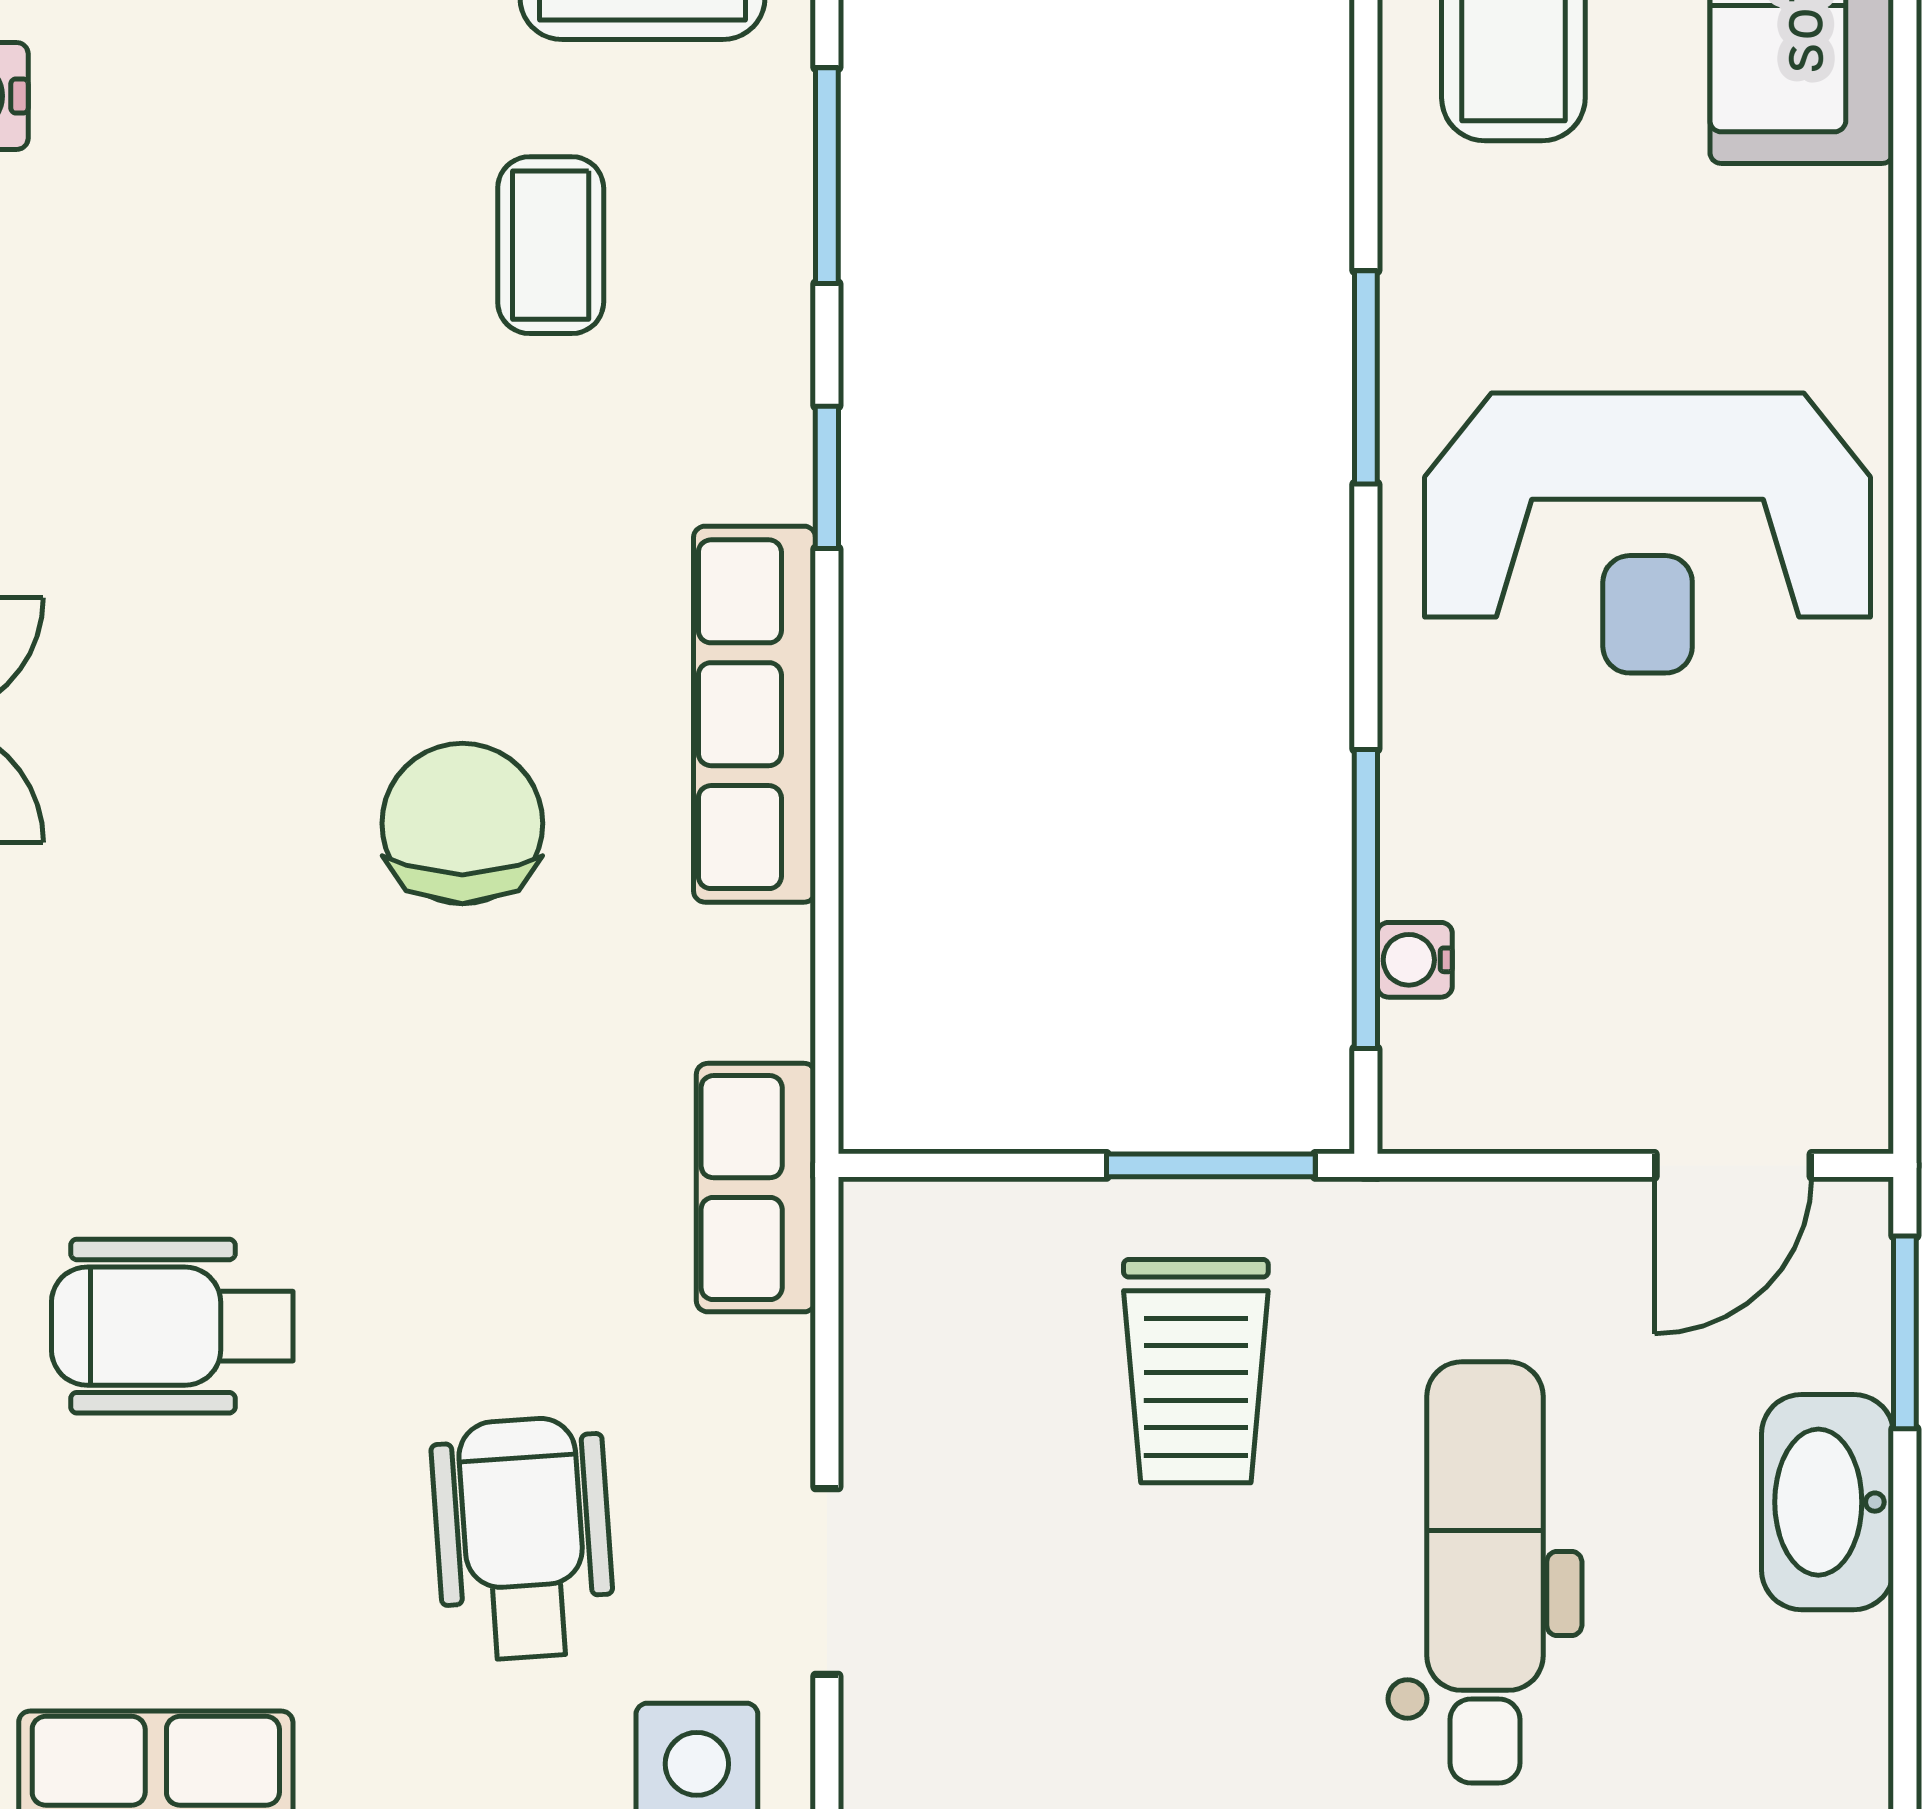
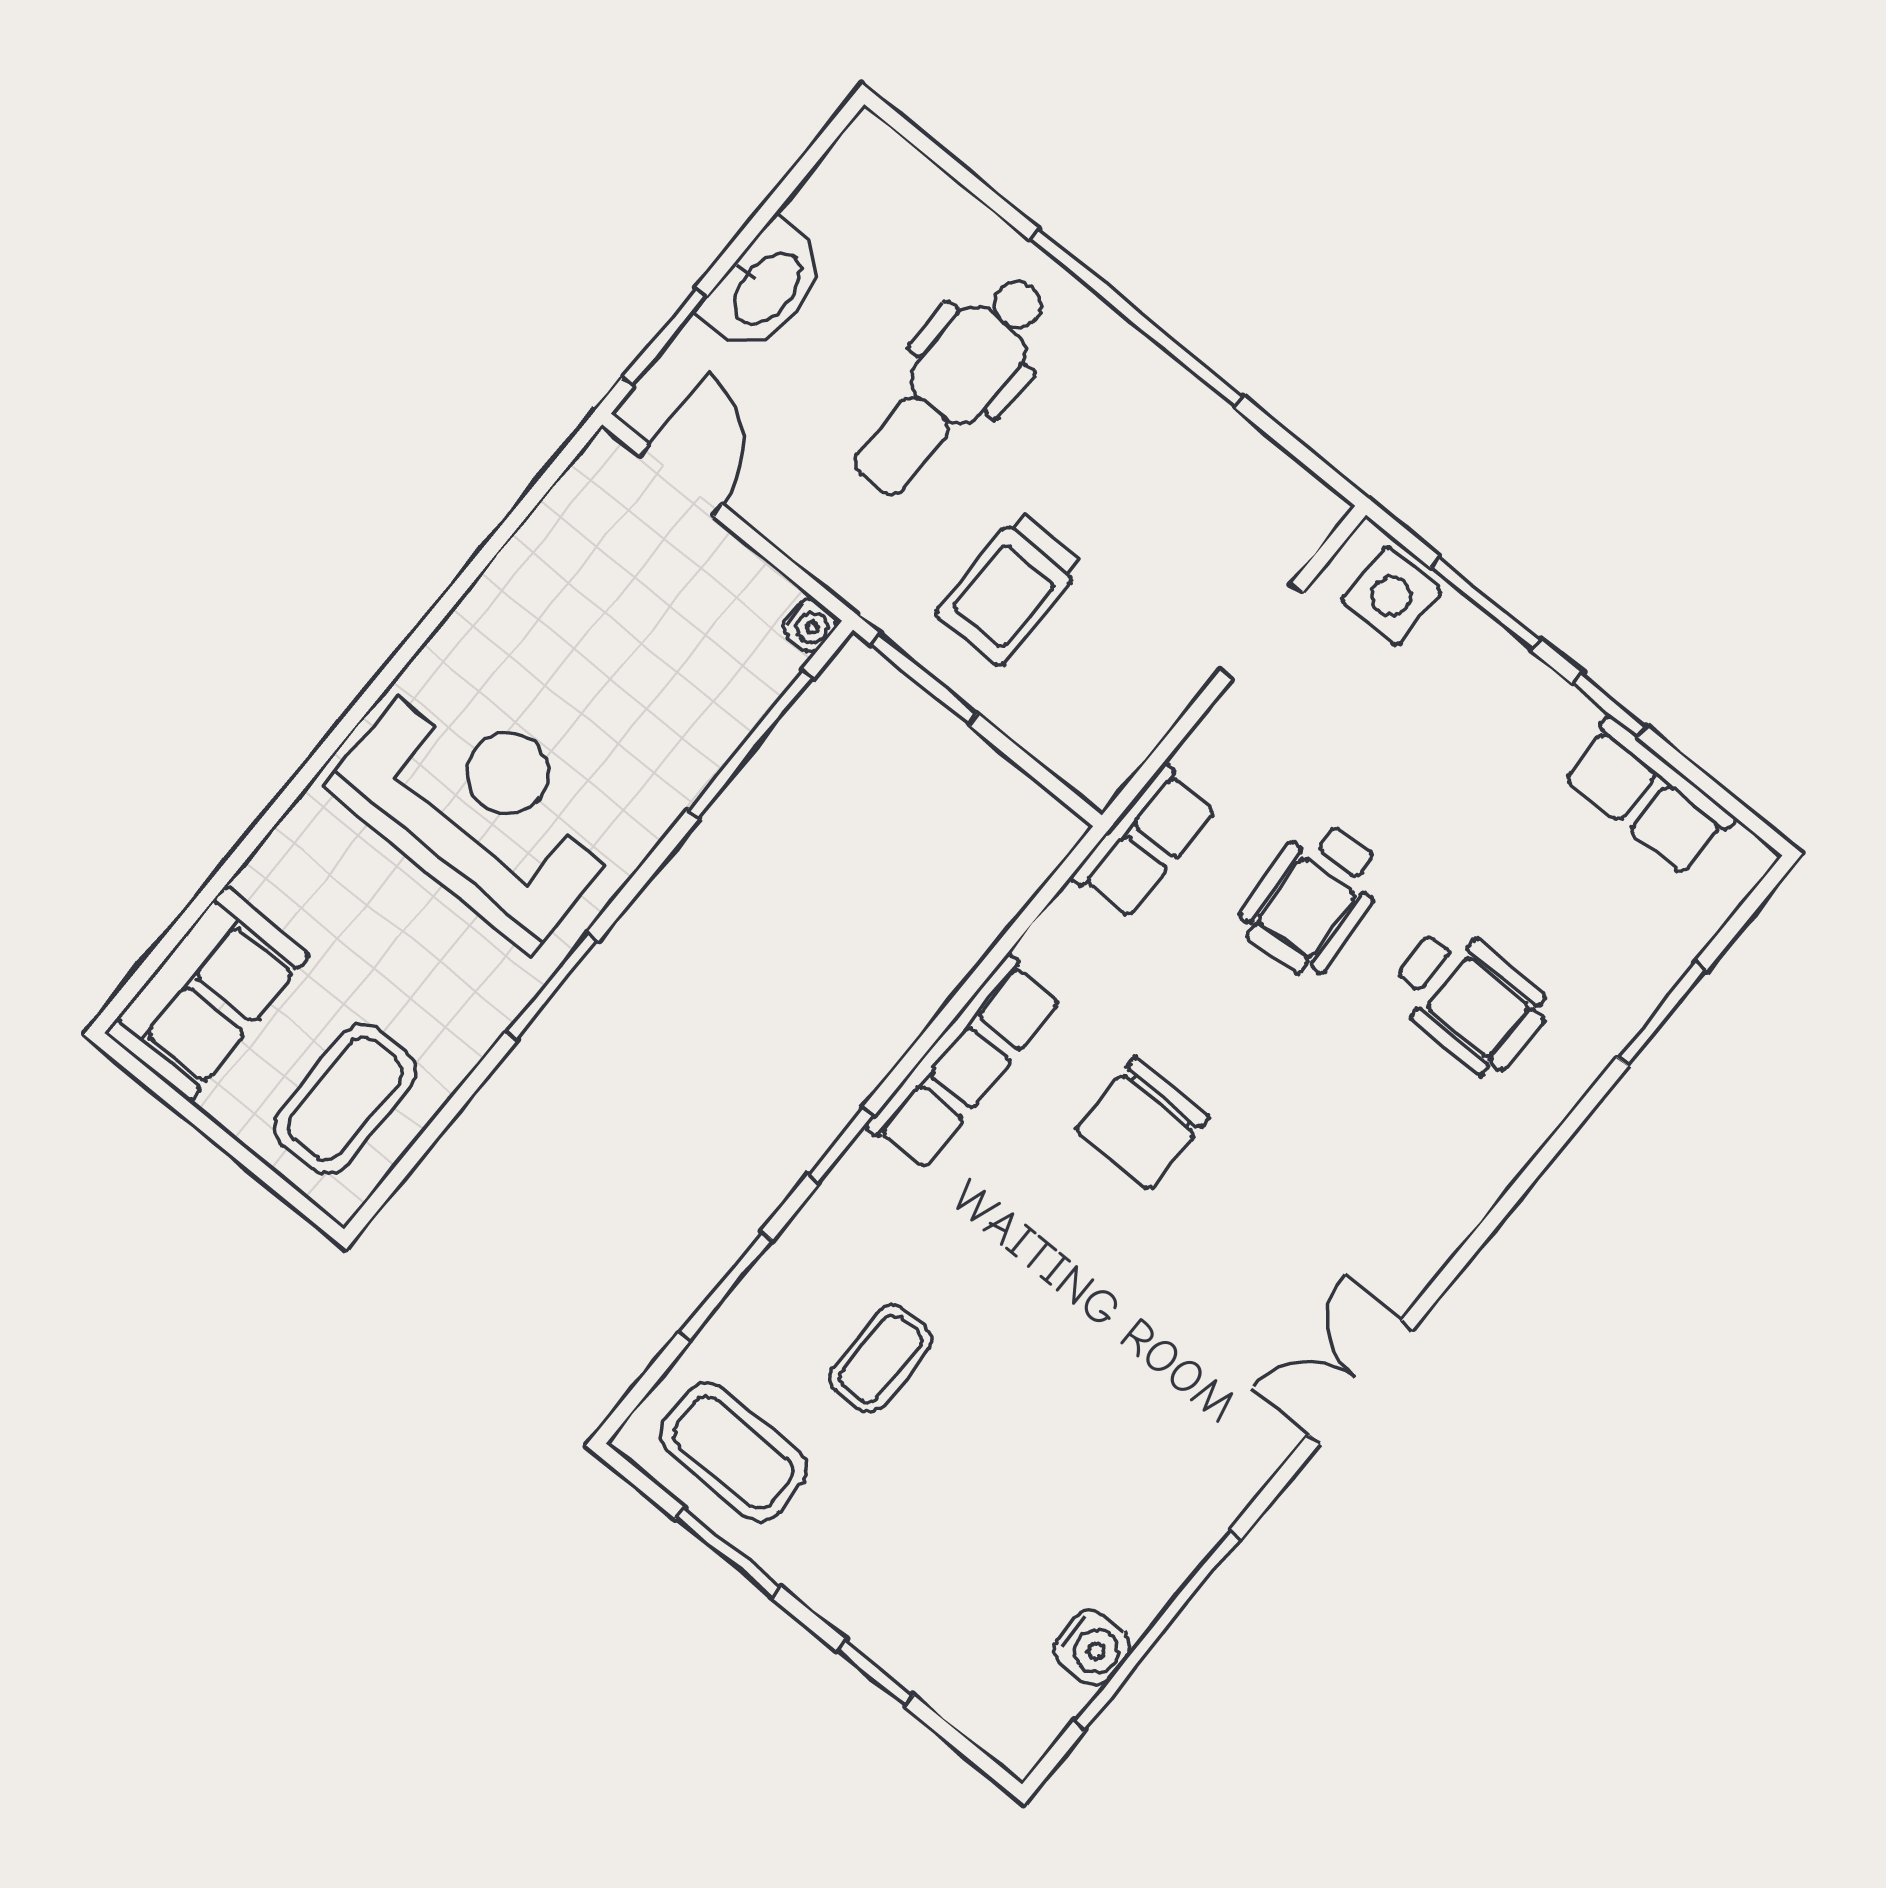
water cooler: (1415, 960) -> (810, 625), moved
door: (1733, 1165) -> (681, 480), hinge flipped
trolley: (1196, 1371) -> (1009, 589), turned 180
wheelchair: (523, 1538) -> (1313, 898), moved

